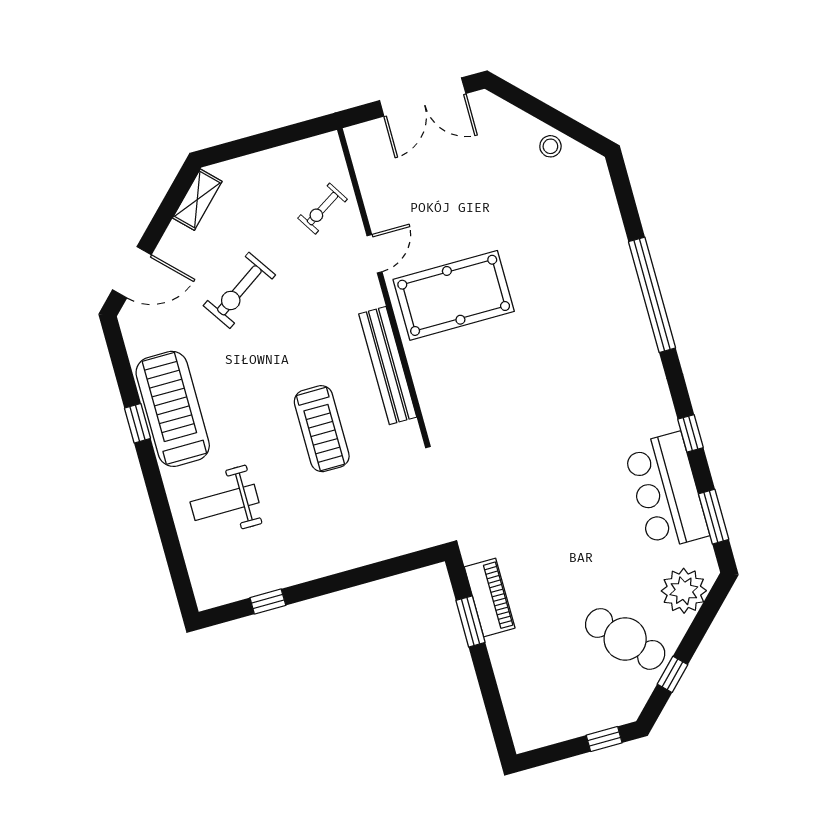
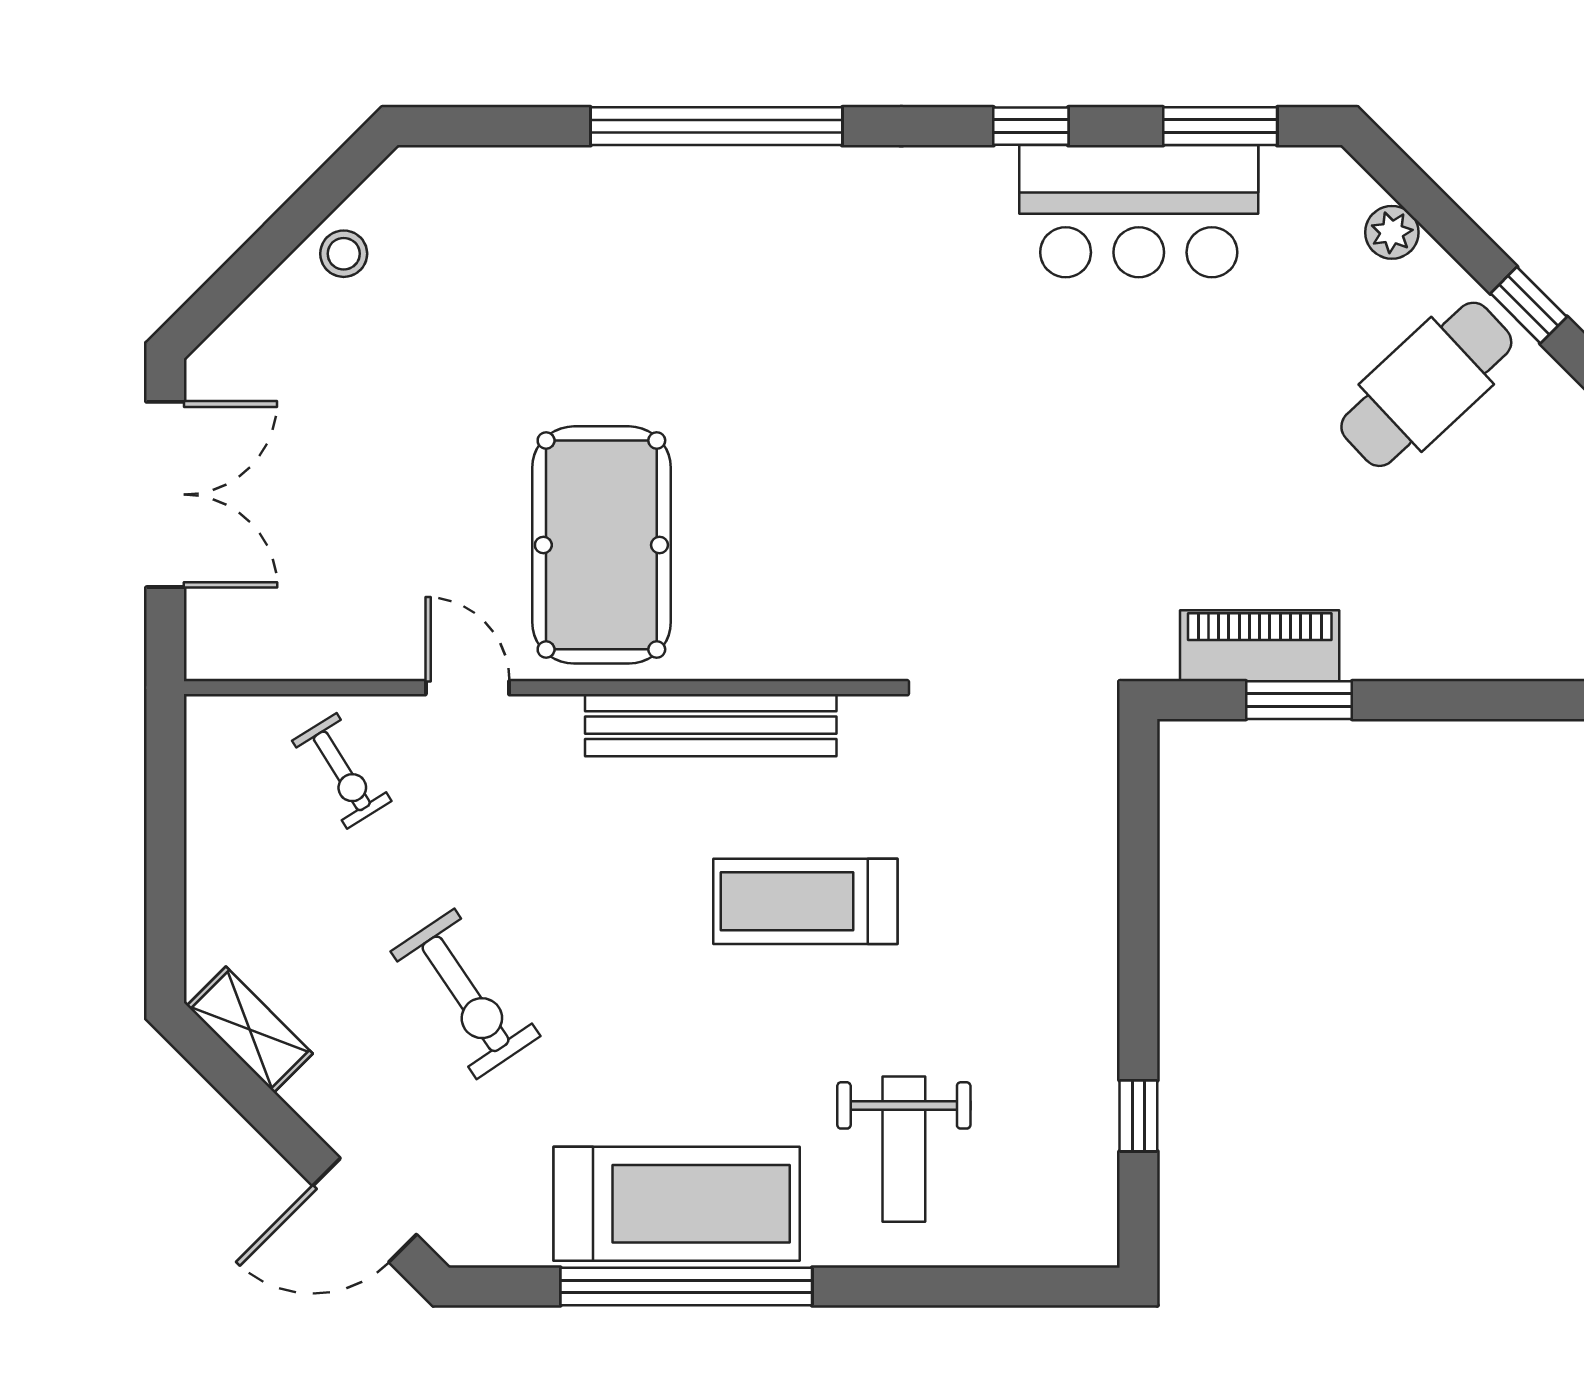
door: (132, 272) -> (365, 1210), swing flipped
treadmill: (173, 409) -> (677, 1204), turned 180
window: (137, 423) -> (686, 1287), width x3.17
treadmill: (322, 429) -> (805, 901), turned 180
plant: (684, 591) -> (1392, 232), width x0.53, depth x0.53

